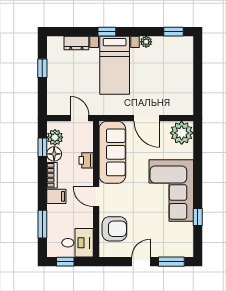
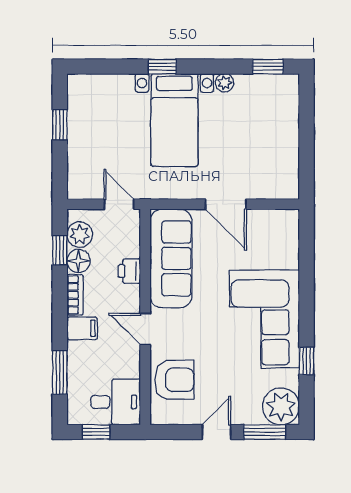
dresser: (76, 43) -> (114, 85), removed
plant: (182, 133) -> (281, 406), moved

